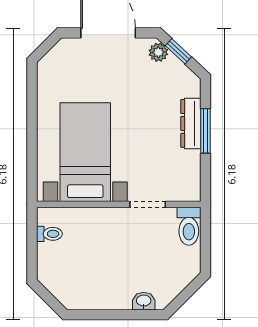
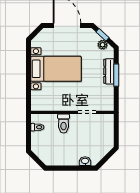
plant: (158, 52) -> (103, 45), moved
bed with nightstands: (85, 152) -> (56, 69), moved, turned 90
toilet: (189, 226) -> (64, 123), moved

